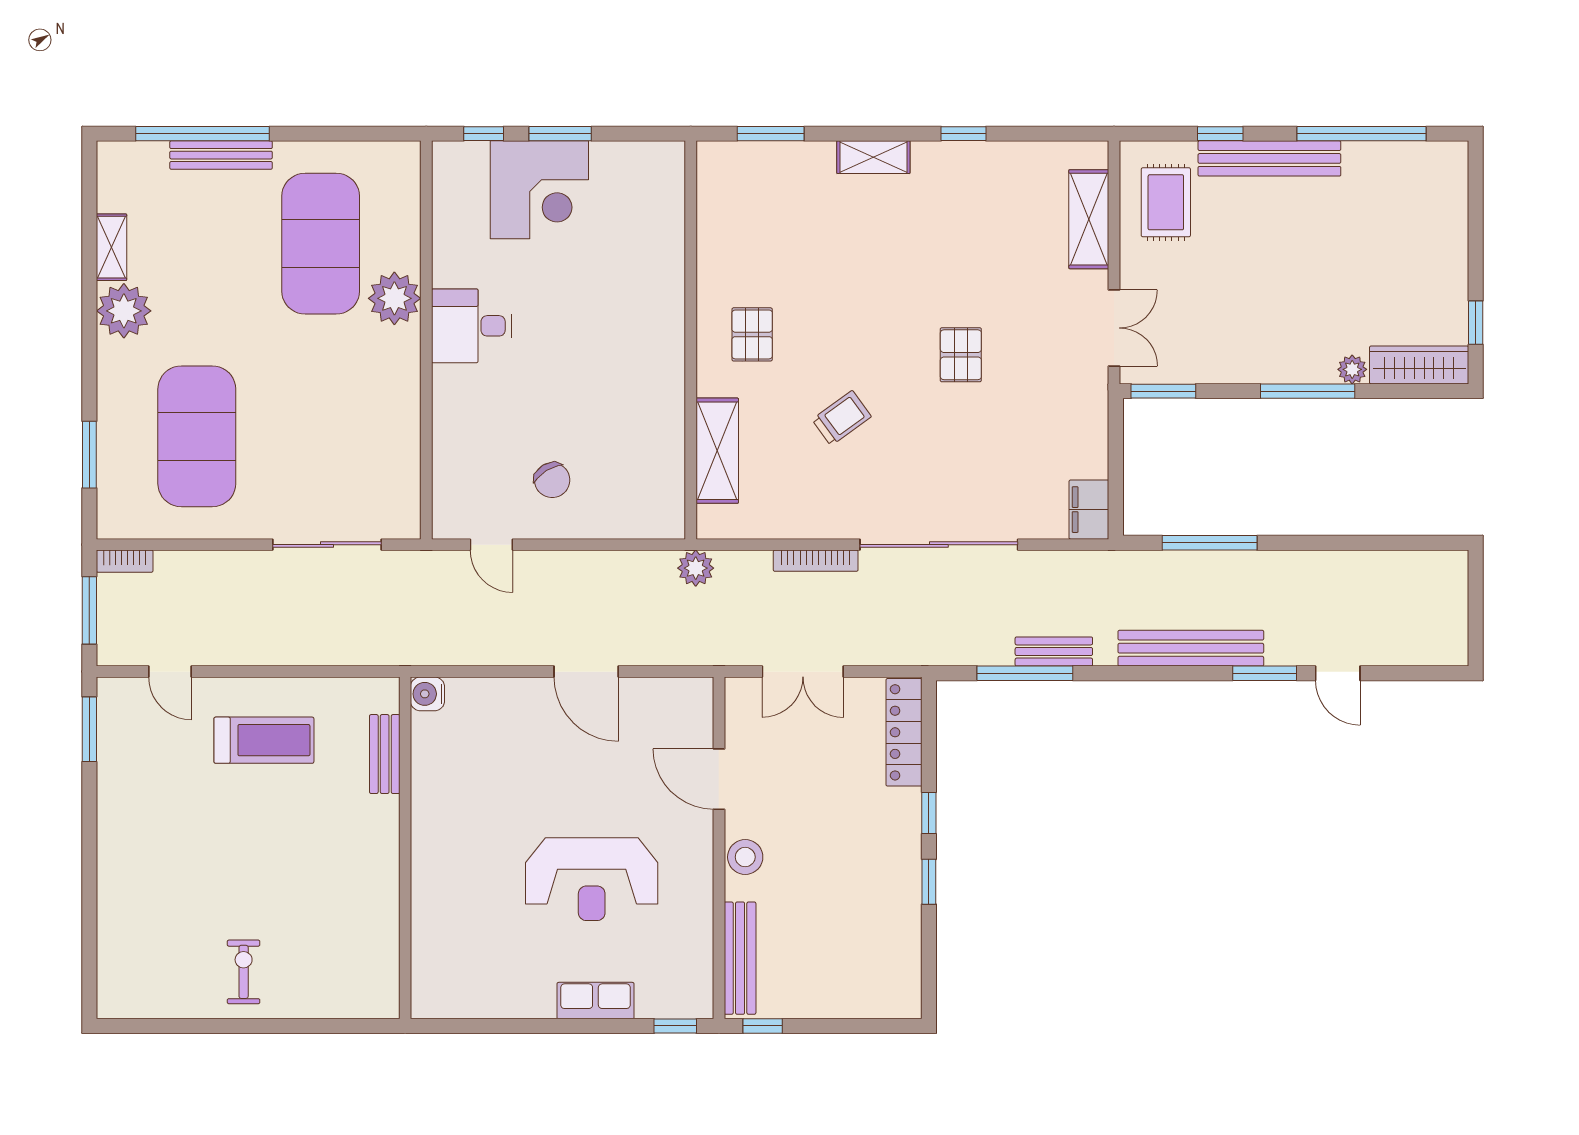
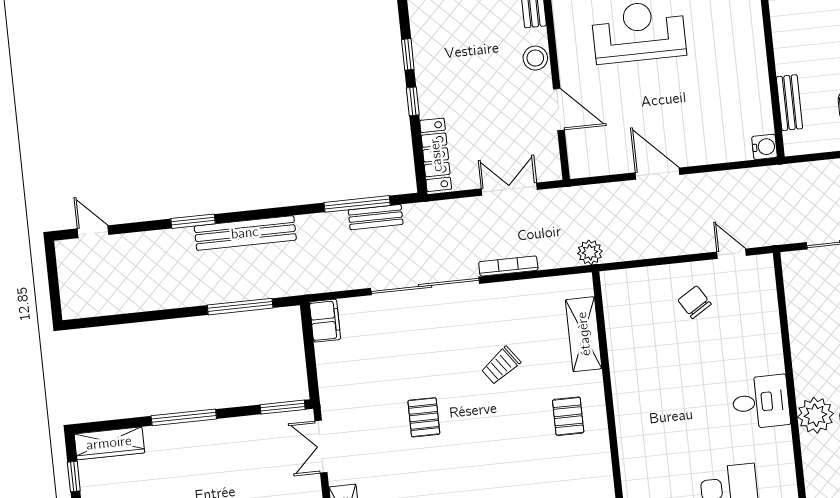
plant: (1352, 369) -> (155, 435), removed
bench: (1054, 651) -> (376, 217), moved
door: (1338, 673) -> (93, 232), moved

